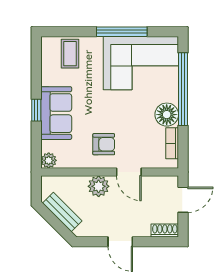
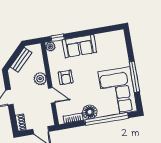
coffee table: (70, 54) -> (116, 48), removed
window: (36, 110) -> (58, 38), moved
door: (129, 172) -> (52, 95), swing flipped

